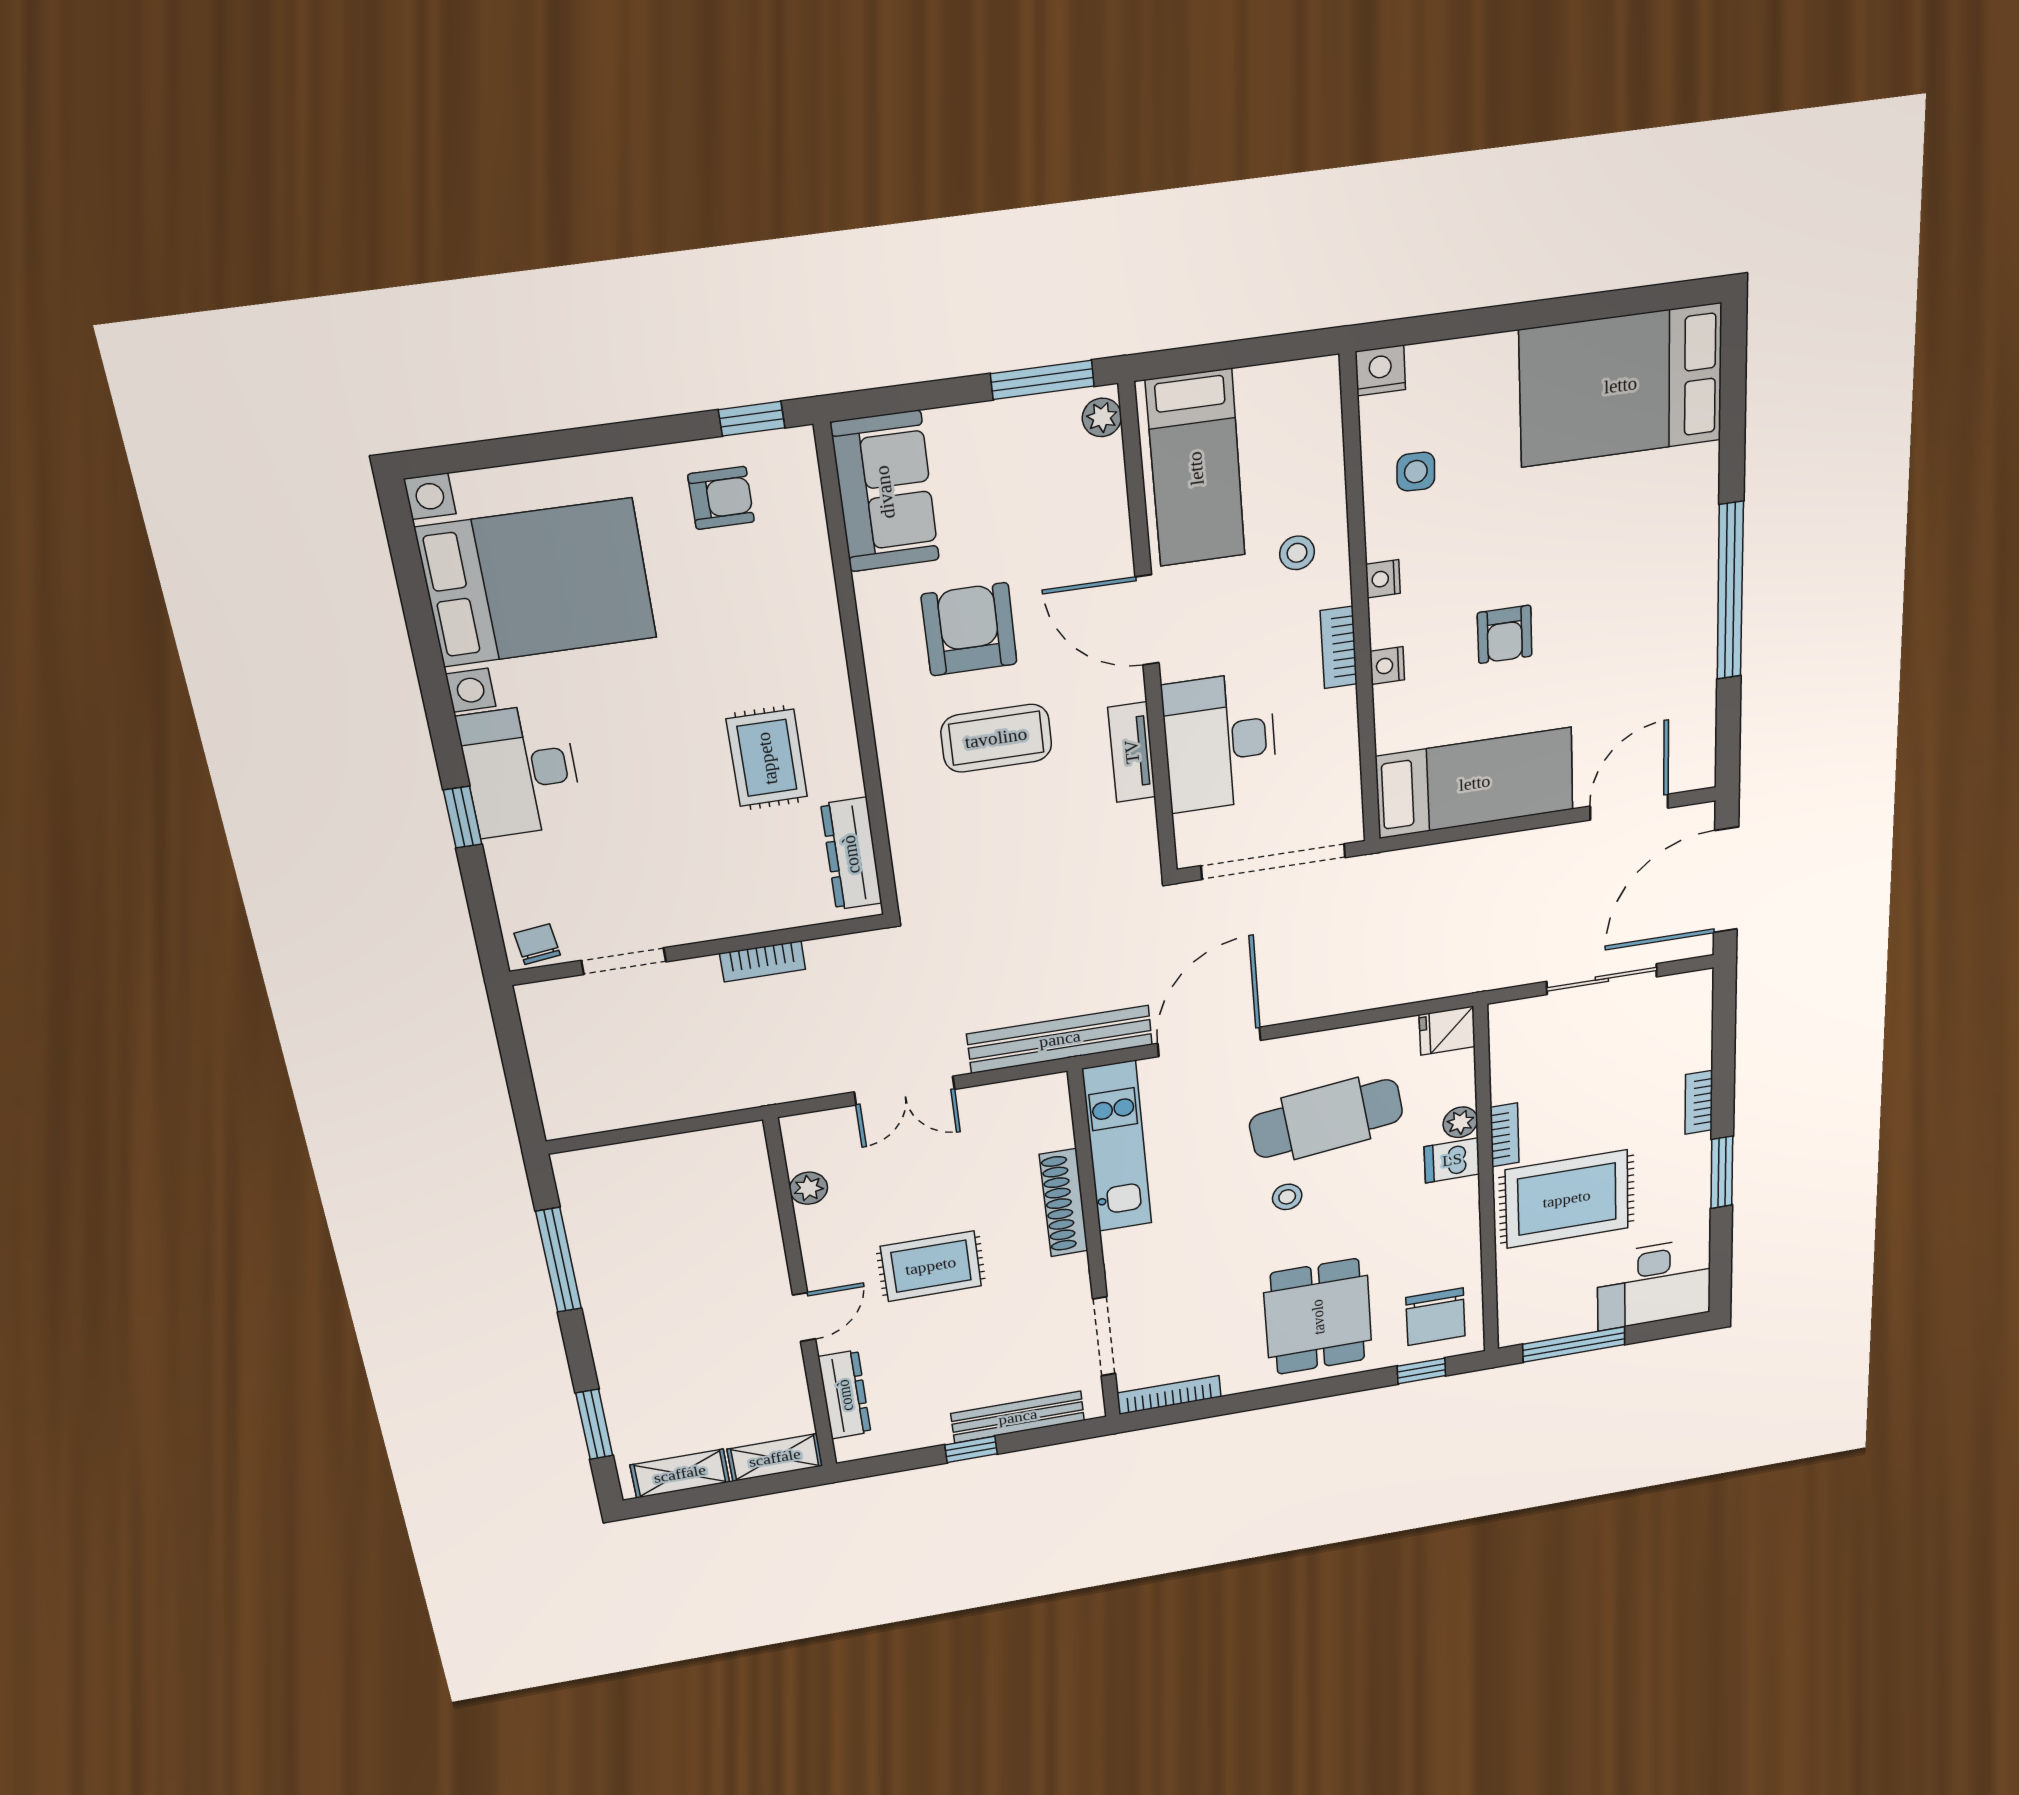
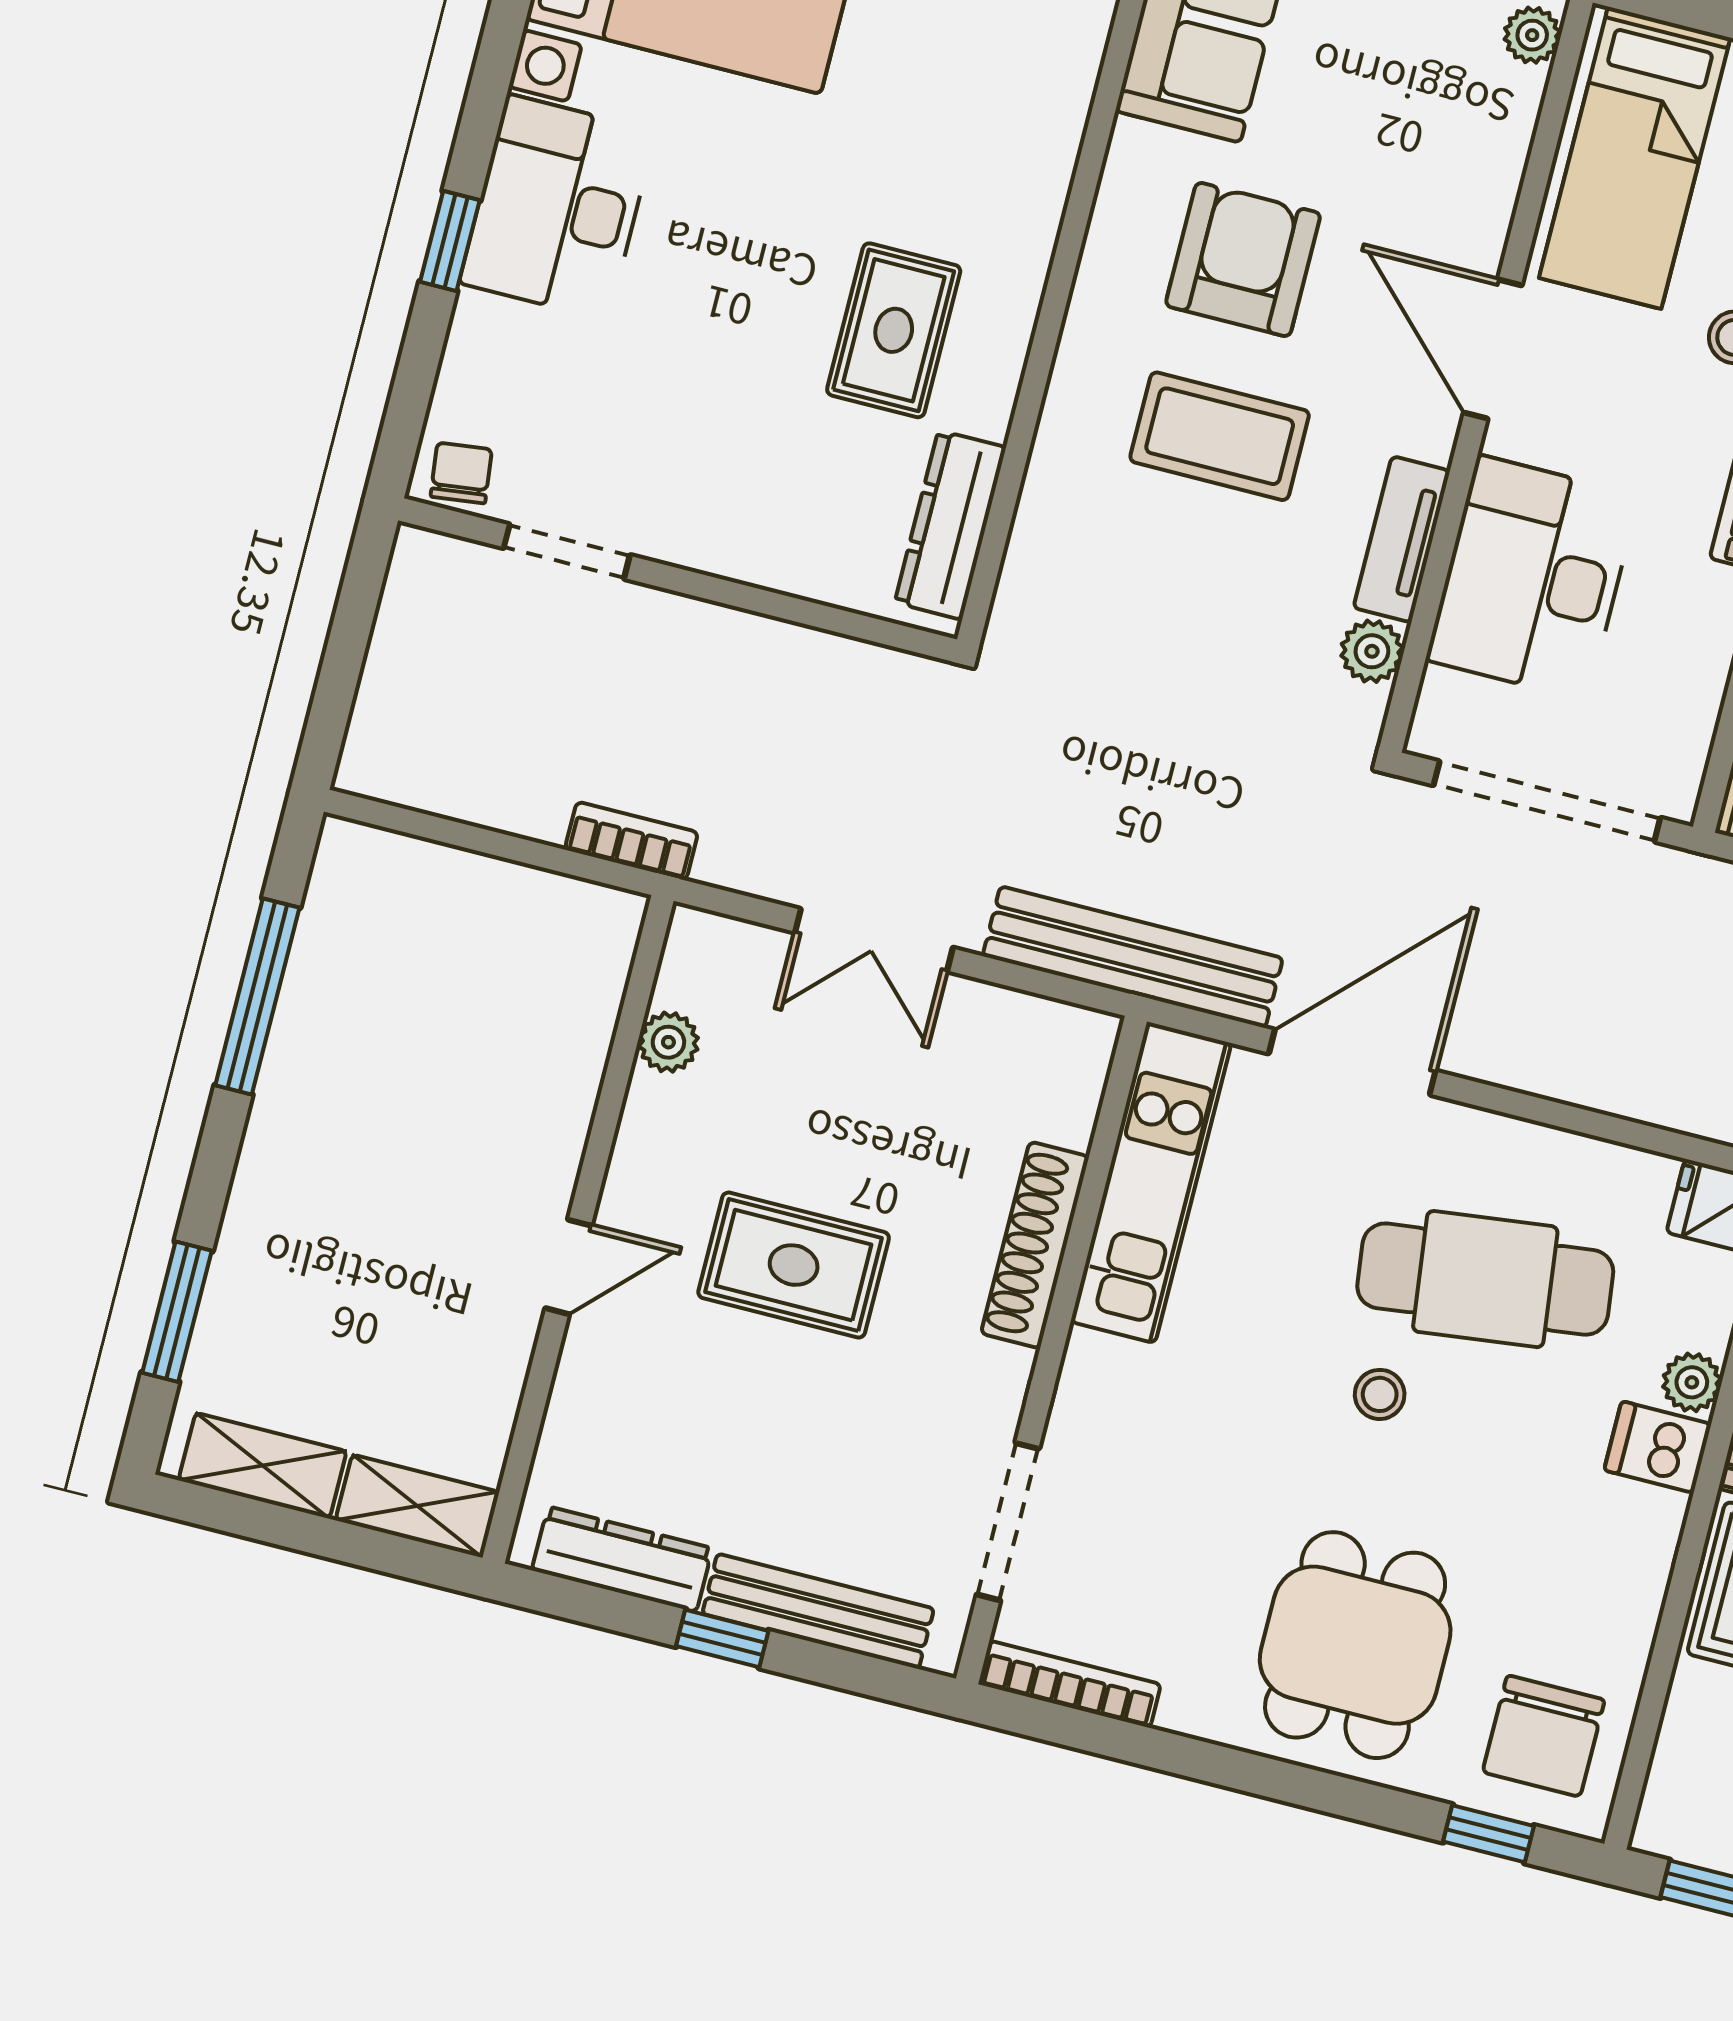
plant: (1138, 822) -> (1372, 651), added
bookcase: (763, 961) -> (631, 841), moved, turned 180
dresser: (845, 1395) -> (622, 1559), moved, turned -90

